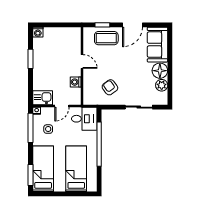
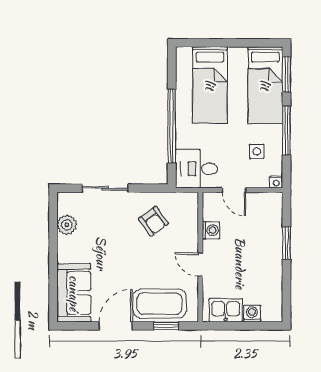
washing machine: (38, 32) -> (252, 314), moved
coffee table: (106, 38) -> (160, 304), width x1.36, depth x1.32
window: (31, 59) -> (286, 243), moved
floor lamp: (160, 71) -> (70, 249), removed
kitchen sink: (43, 98) -> (226, 310), moved, turned 180
door: (62, 106) -> (234, 190), swing flipped
window: (31, 128) -> (286, 130), moved

